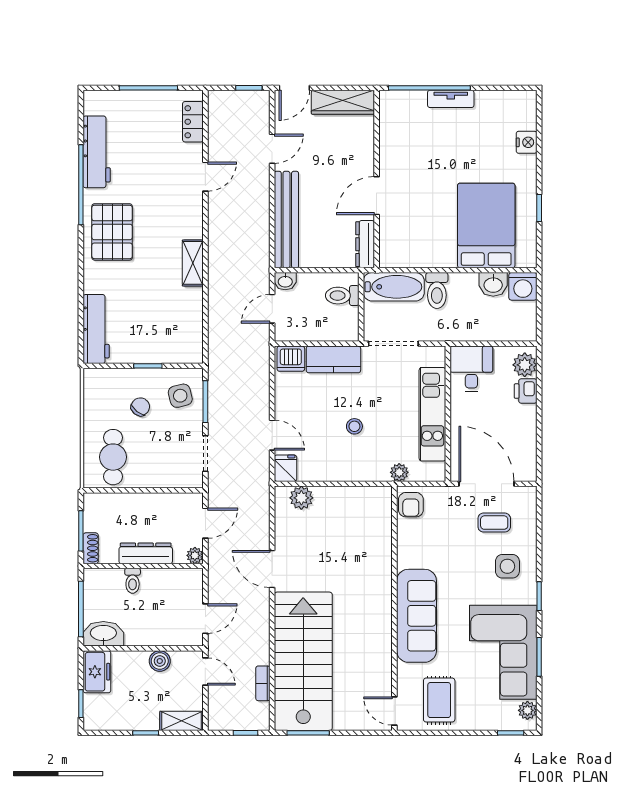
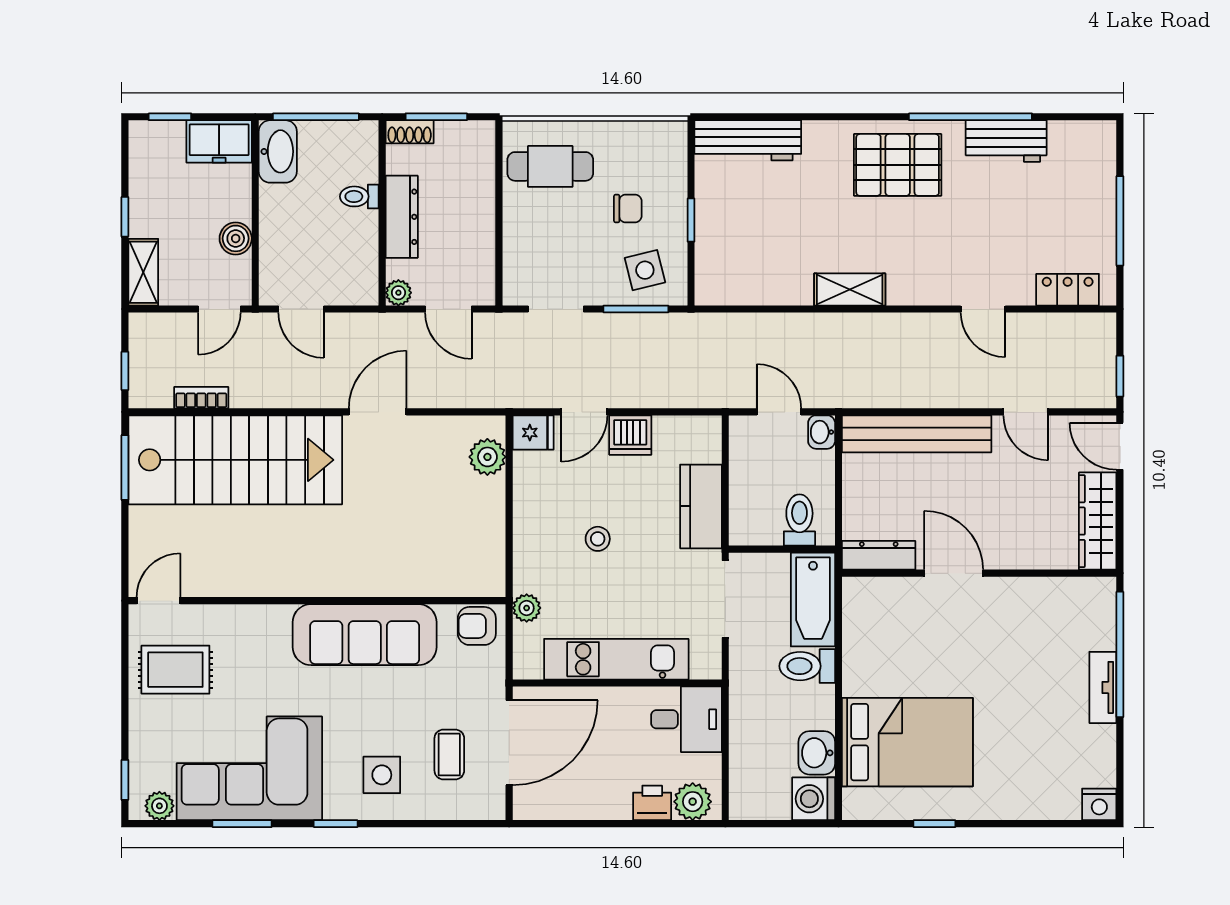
nightstand: (527, 142) -> (1099, 804), moved
workbench: (97, 152) -> (1006, 141), width x0.73
dishwasher: (291, 359) -> (630, 435), moved, turned -90
chair: (140, 407) -> (628, 208), turned -39
sofa: (417, 616) -> (365, 635), moved

